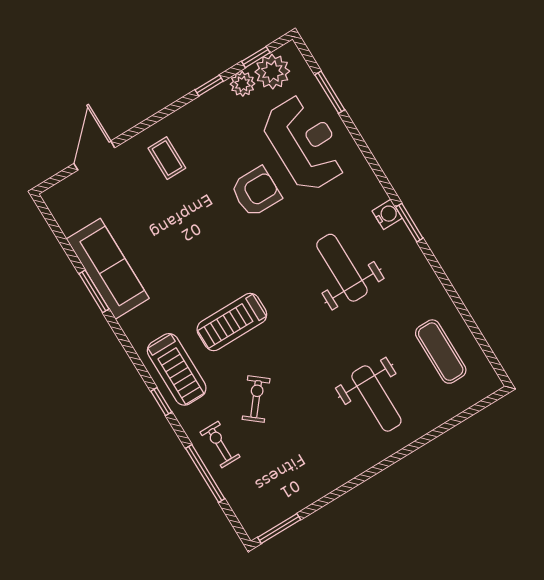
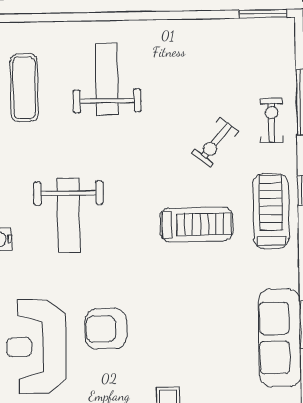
exercise bike: (220, 445) -> (272, 120), turned 180

